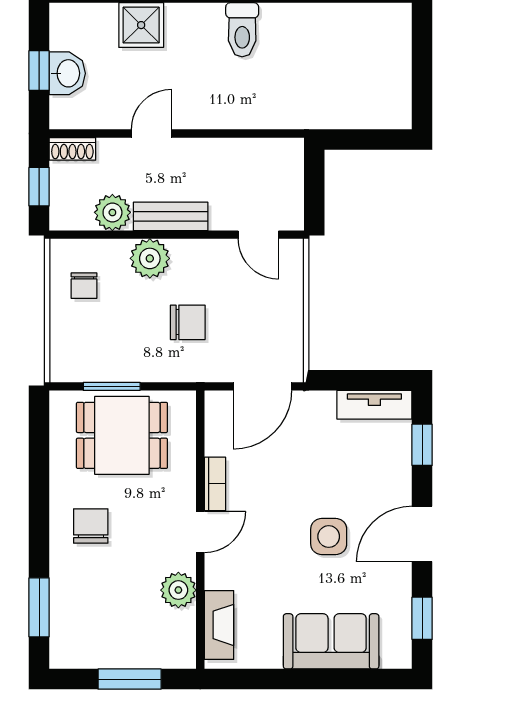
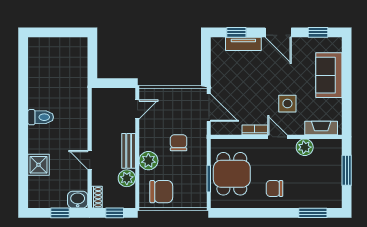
washbasin: (67, 73) -> (78, 200), moved
chair: (84, 286) -> (161, 192), width x1.87, depth x1.87
tv unit: (374, 405) -> (243, 44), moved, turned 90
side table: (329, 537) -> (287, 104), moved

